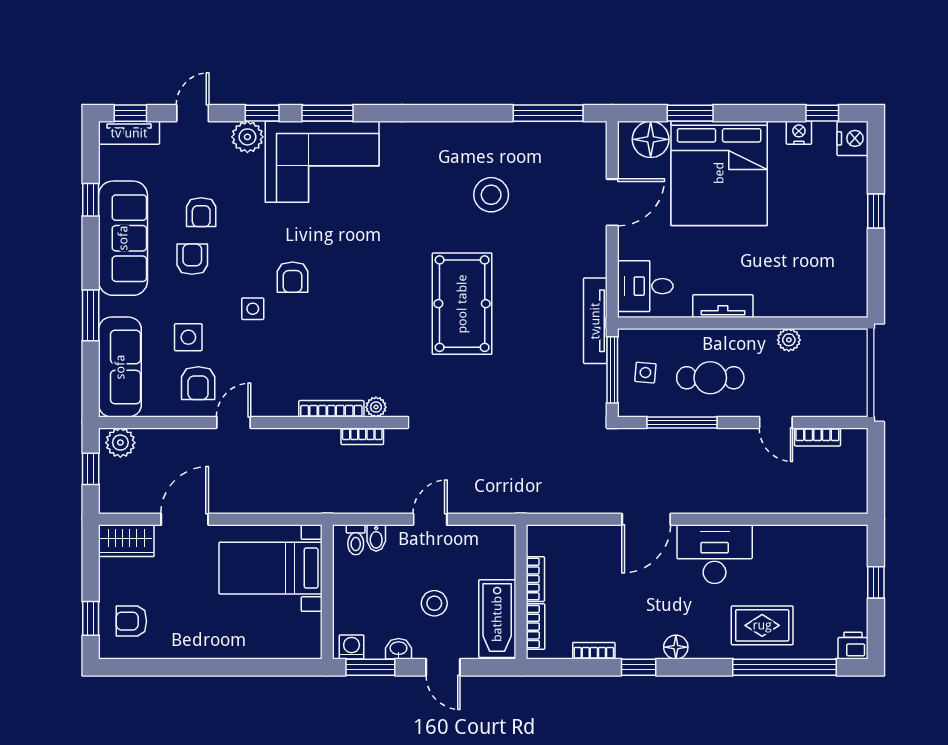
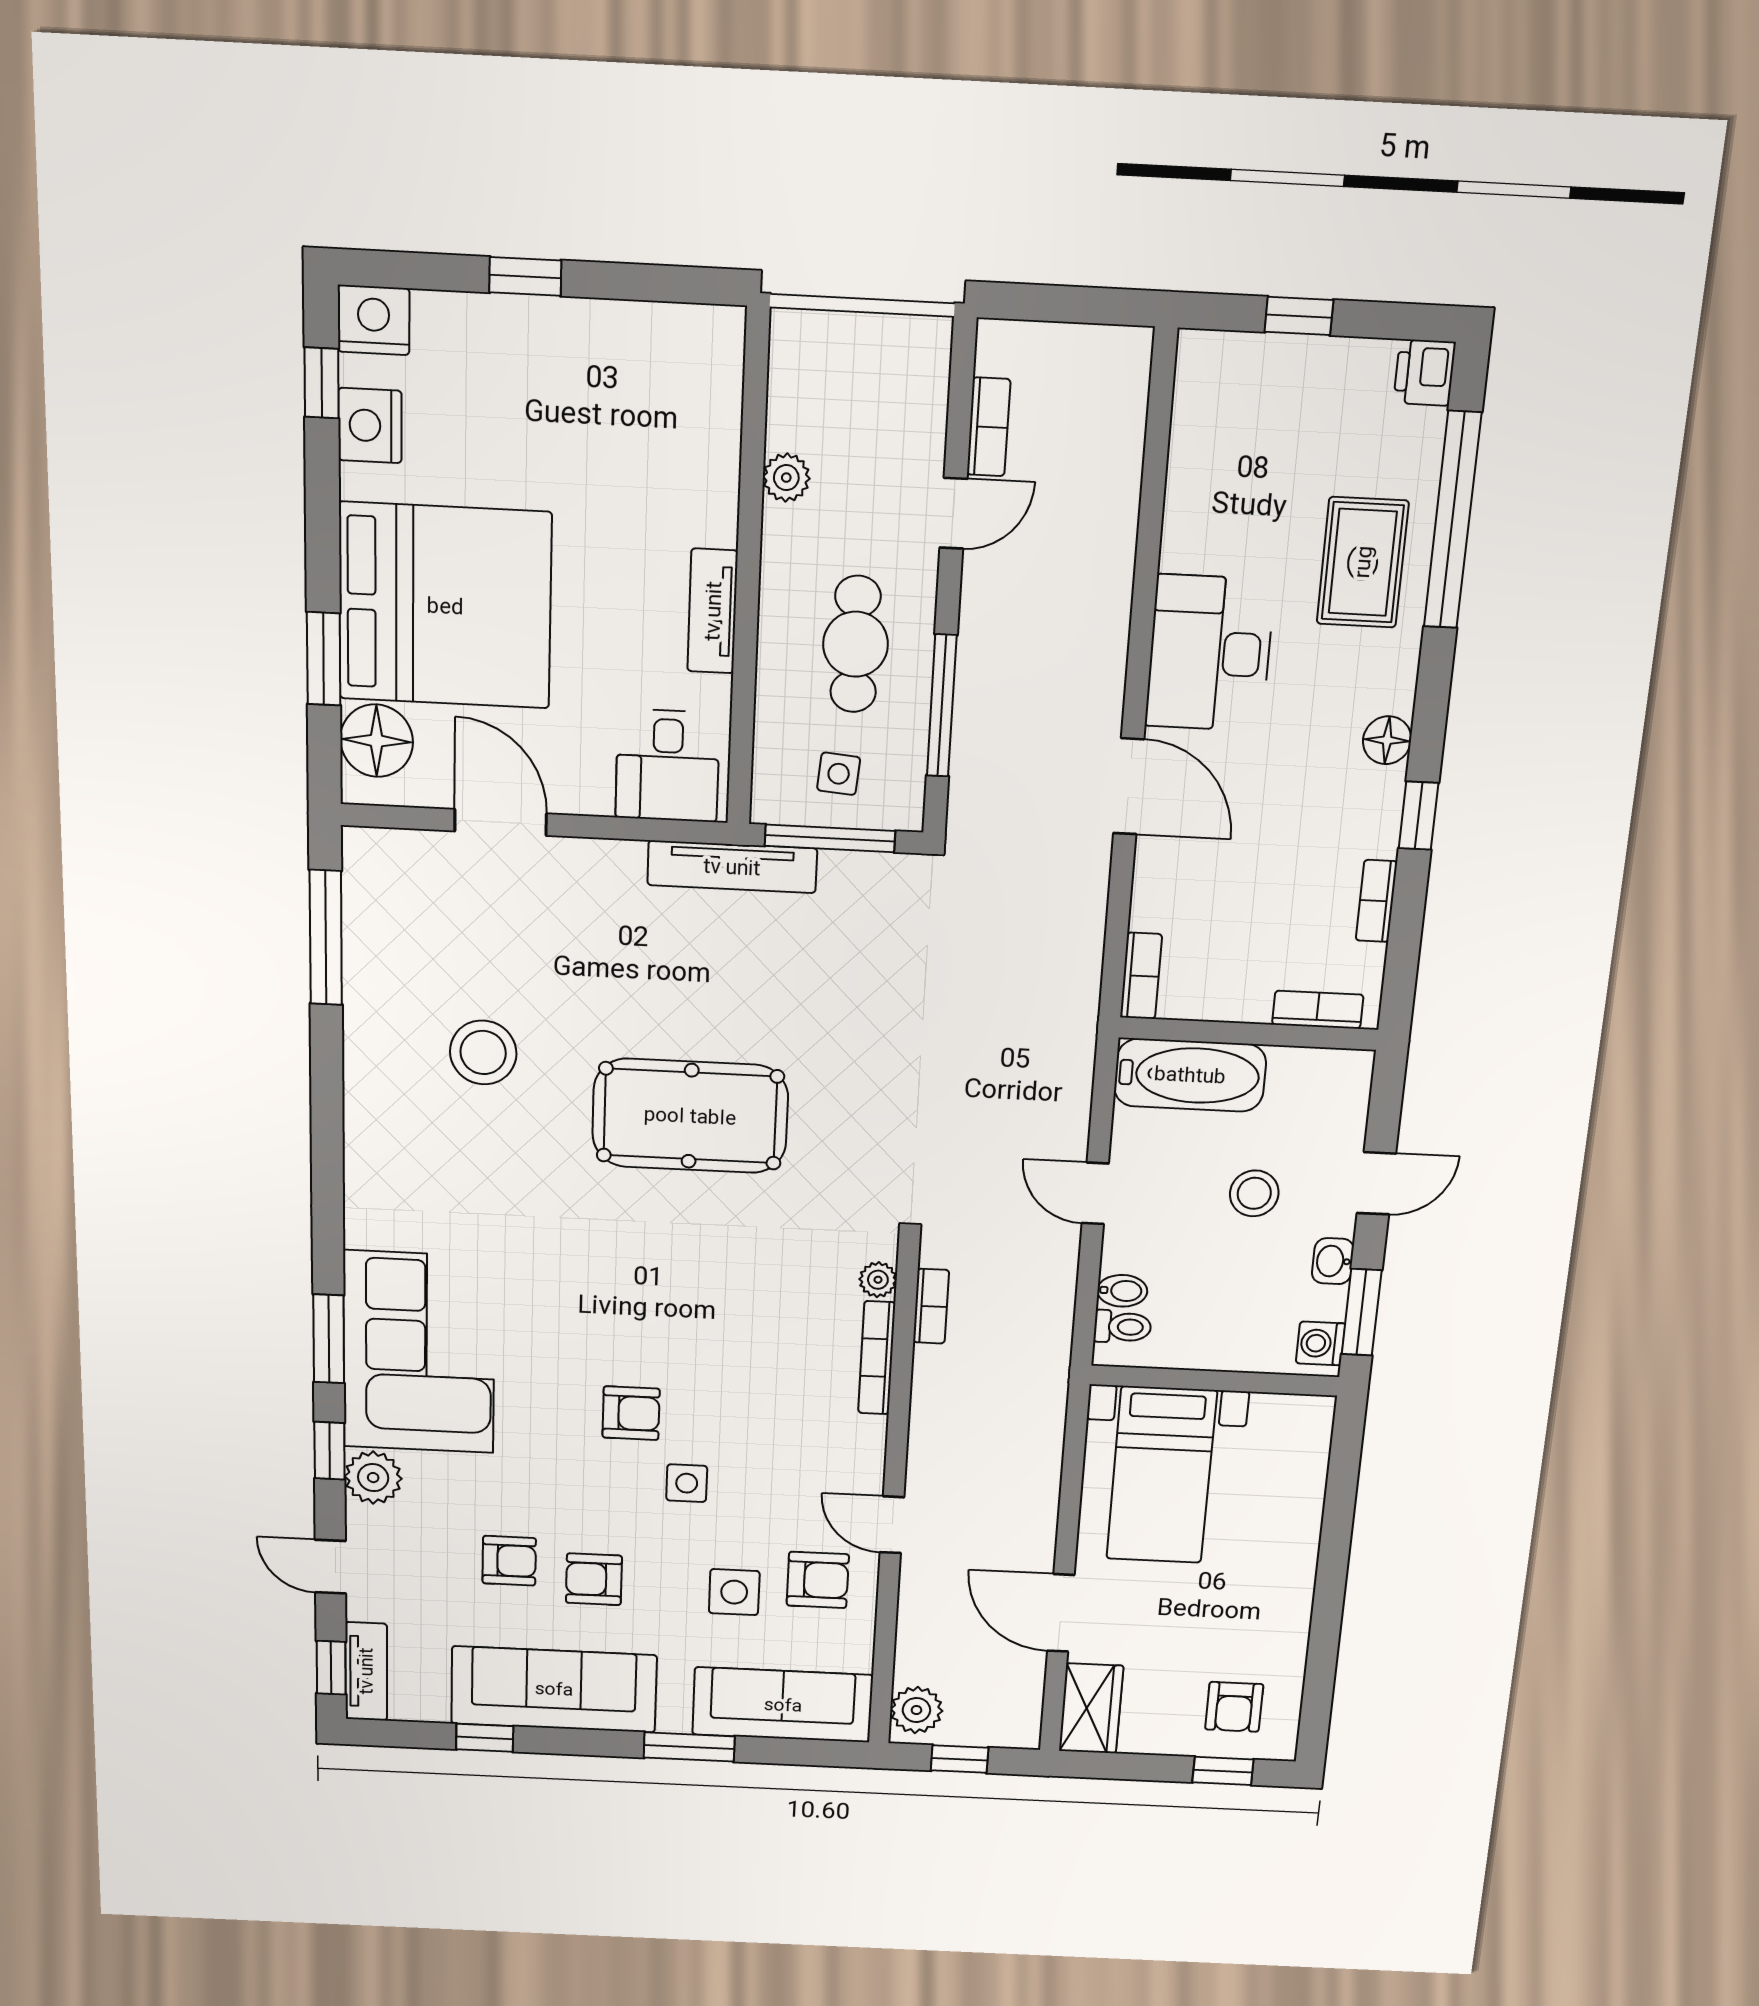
nightstand: (799, 133) -> (370, 426), width x1.36, depth x1.33
bookcase: (535, 579) -> (1141, 976), moved, turned 90
bathtub: (497, 619) -> (1190, 1075), moved

